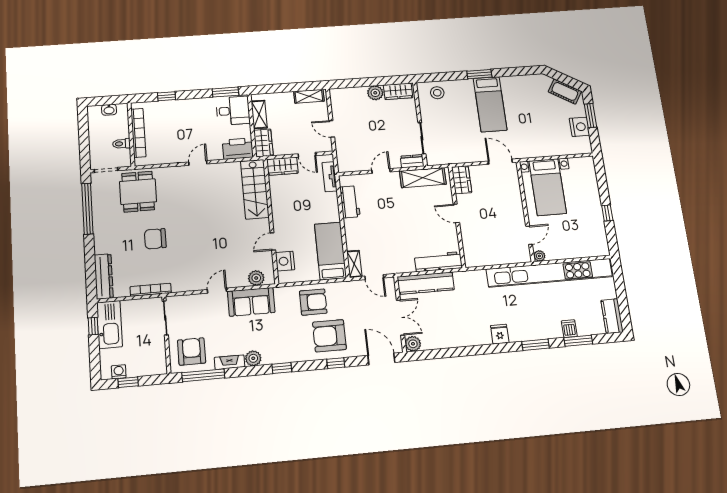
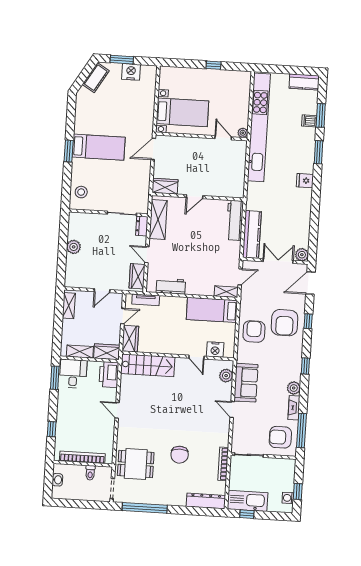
wardrobe: (398, 91) -> (137, 276), moved, turned 180

